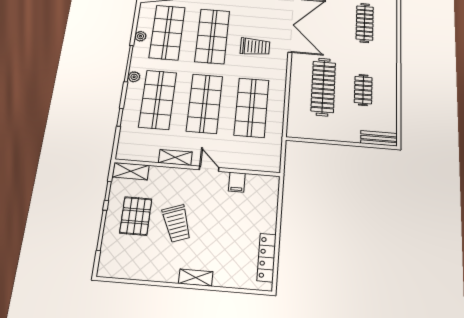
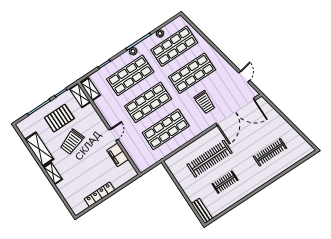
shelving: (175, 157) -> (90, 89), moved
filing cabinet: (237, 182) -> (118, 155), width x2.00
locker: (267, 258) -> (100, 194), moved
shelving: (152, 271) -> (39, 149), added

